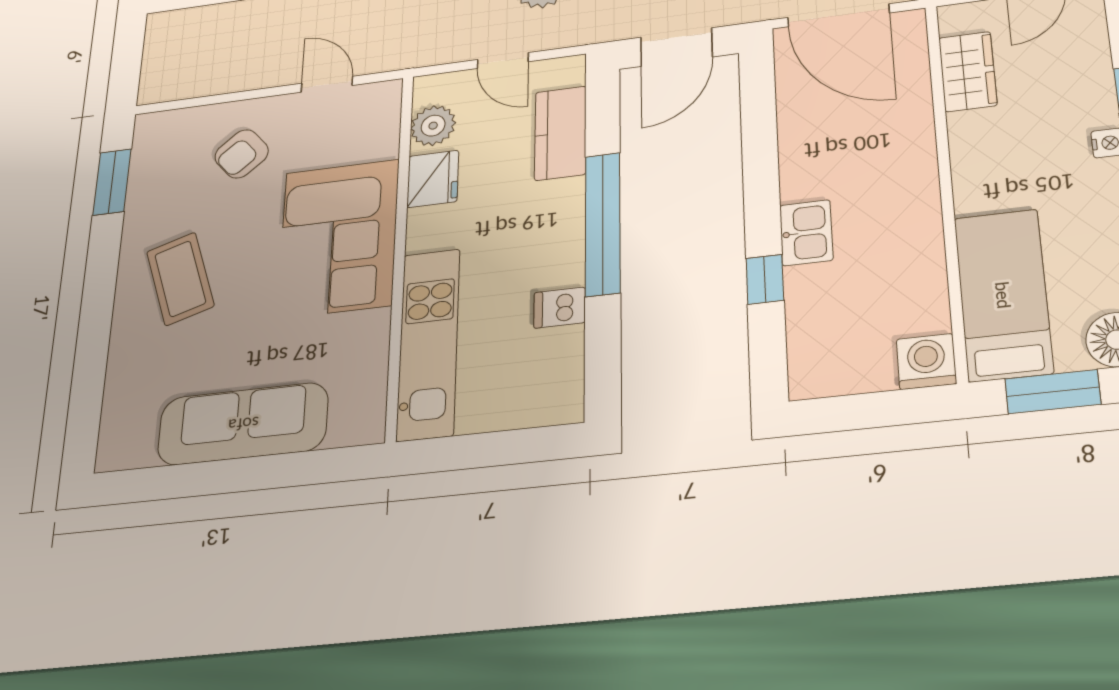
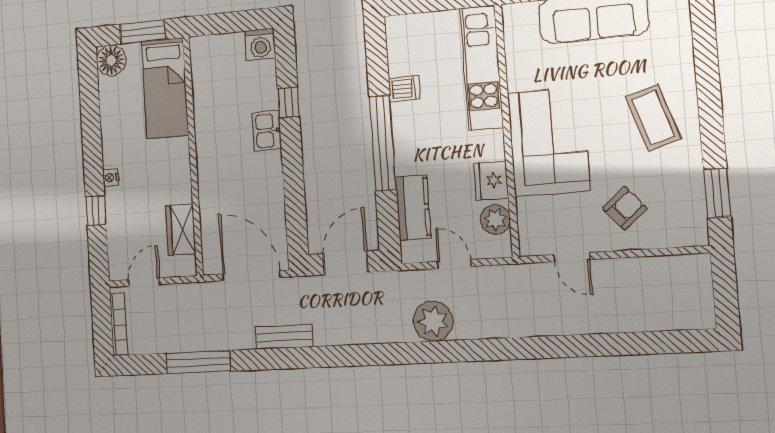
washing machine: (926, 361) -> (260, 44), moved

